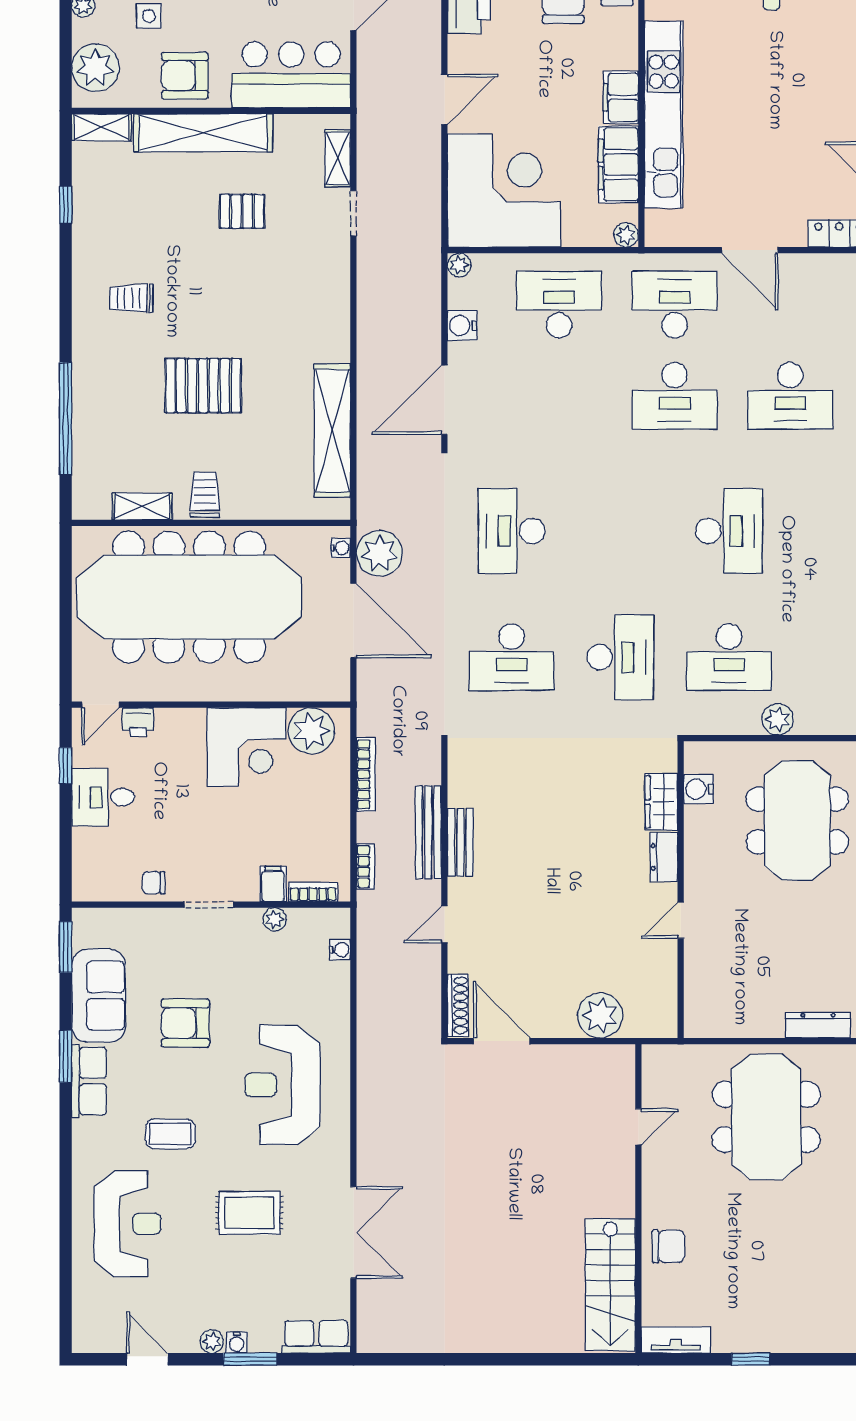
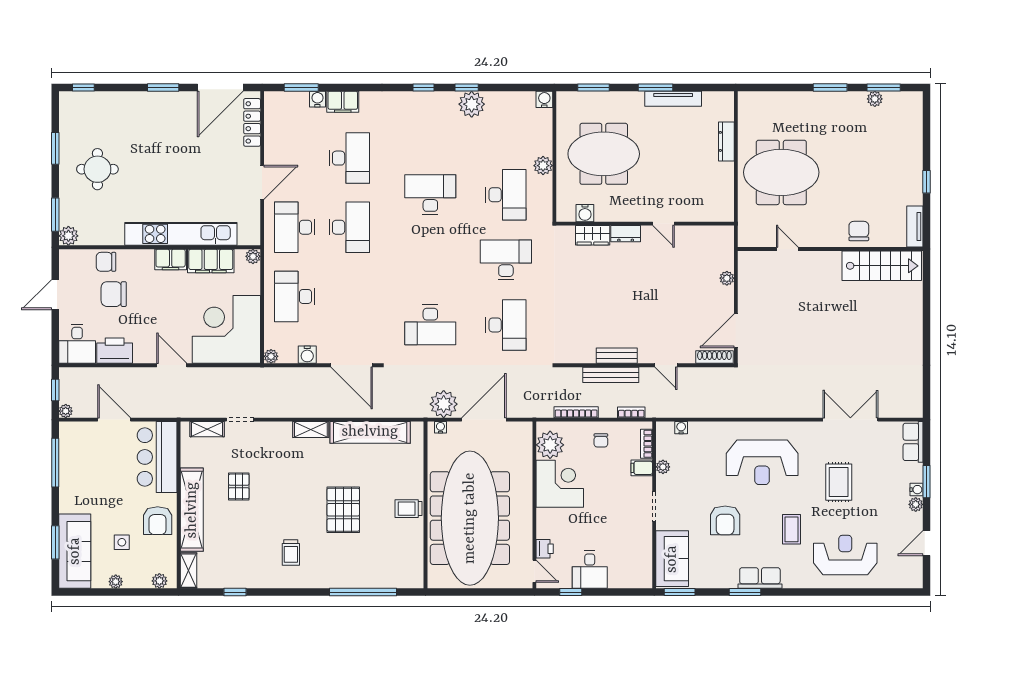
plant: (95, 68) -> (159, 581), width x0.53, depth x0.53
shelving: (142, 506) -> (311, 430), moved, turned 90
chair: (154, 883) -> (601, 440), moved
sofa: (99, 996) -> (672, 559), moved, turned 90
plant: (600, 1015) -> (727, 278), width x0.53, depth x0.53

